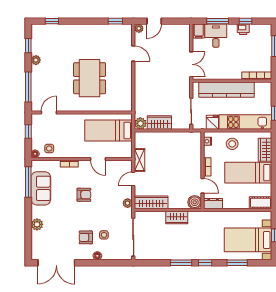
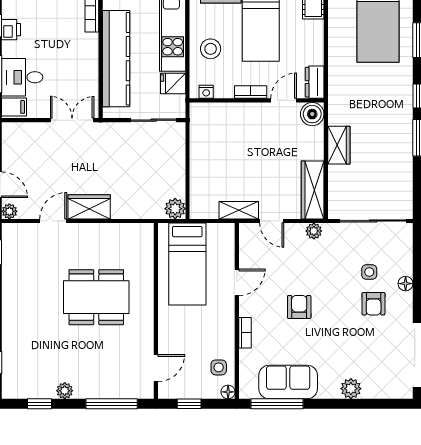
door: (49, 112) -> (156, 368), swing flipped
wardrobe: (159, 122) -> (89, 207), moved, turned 90

